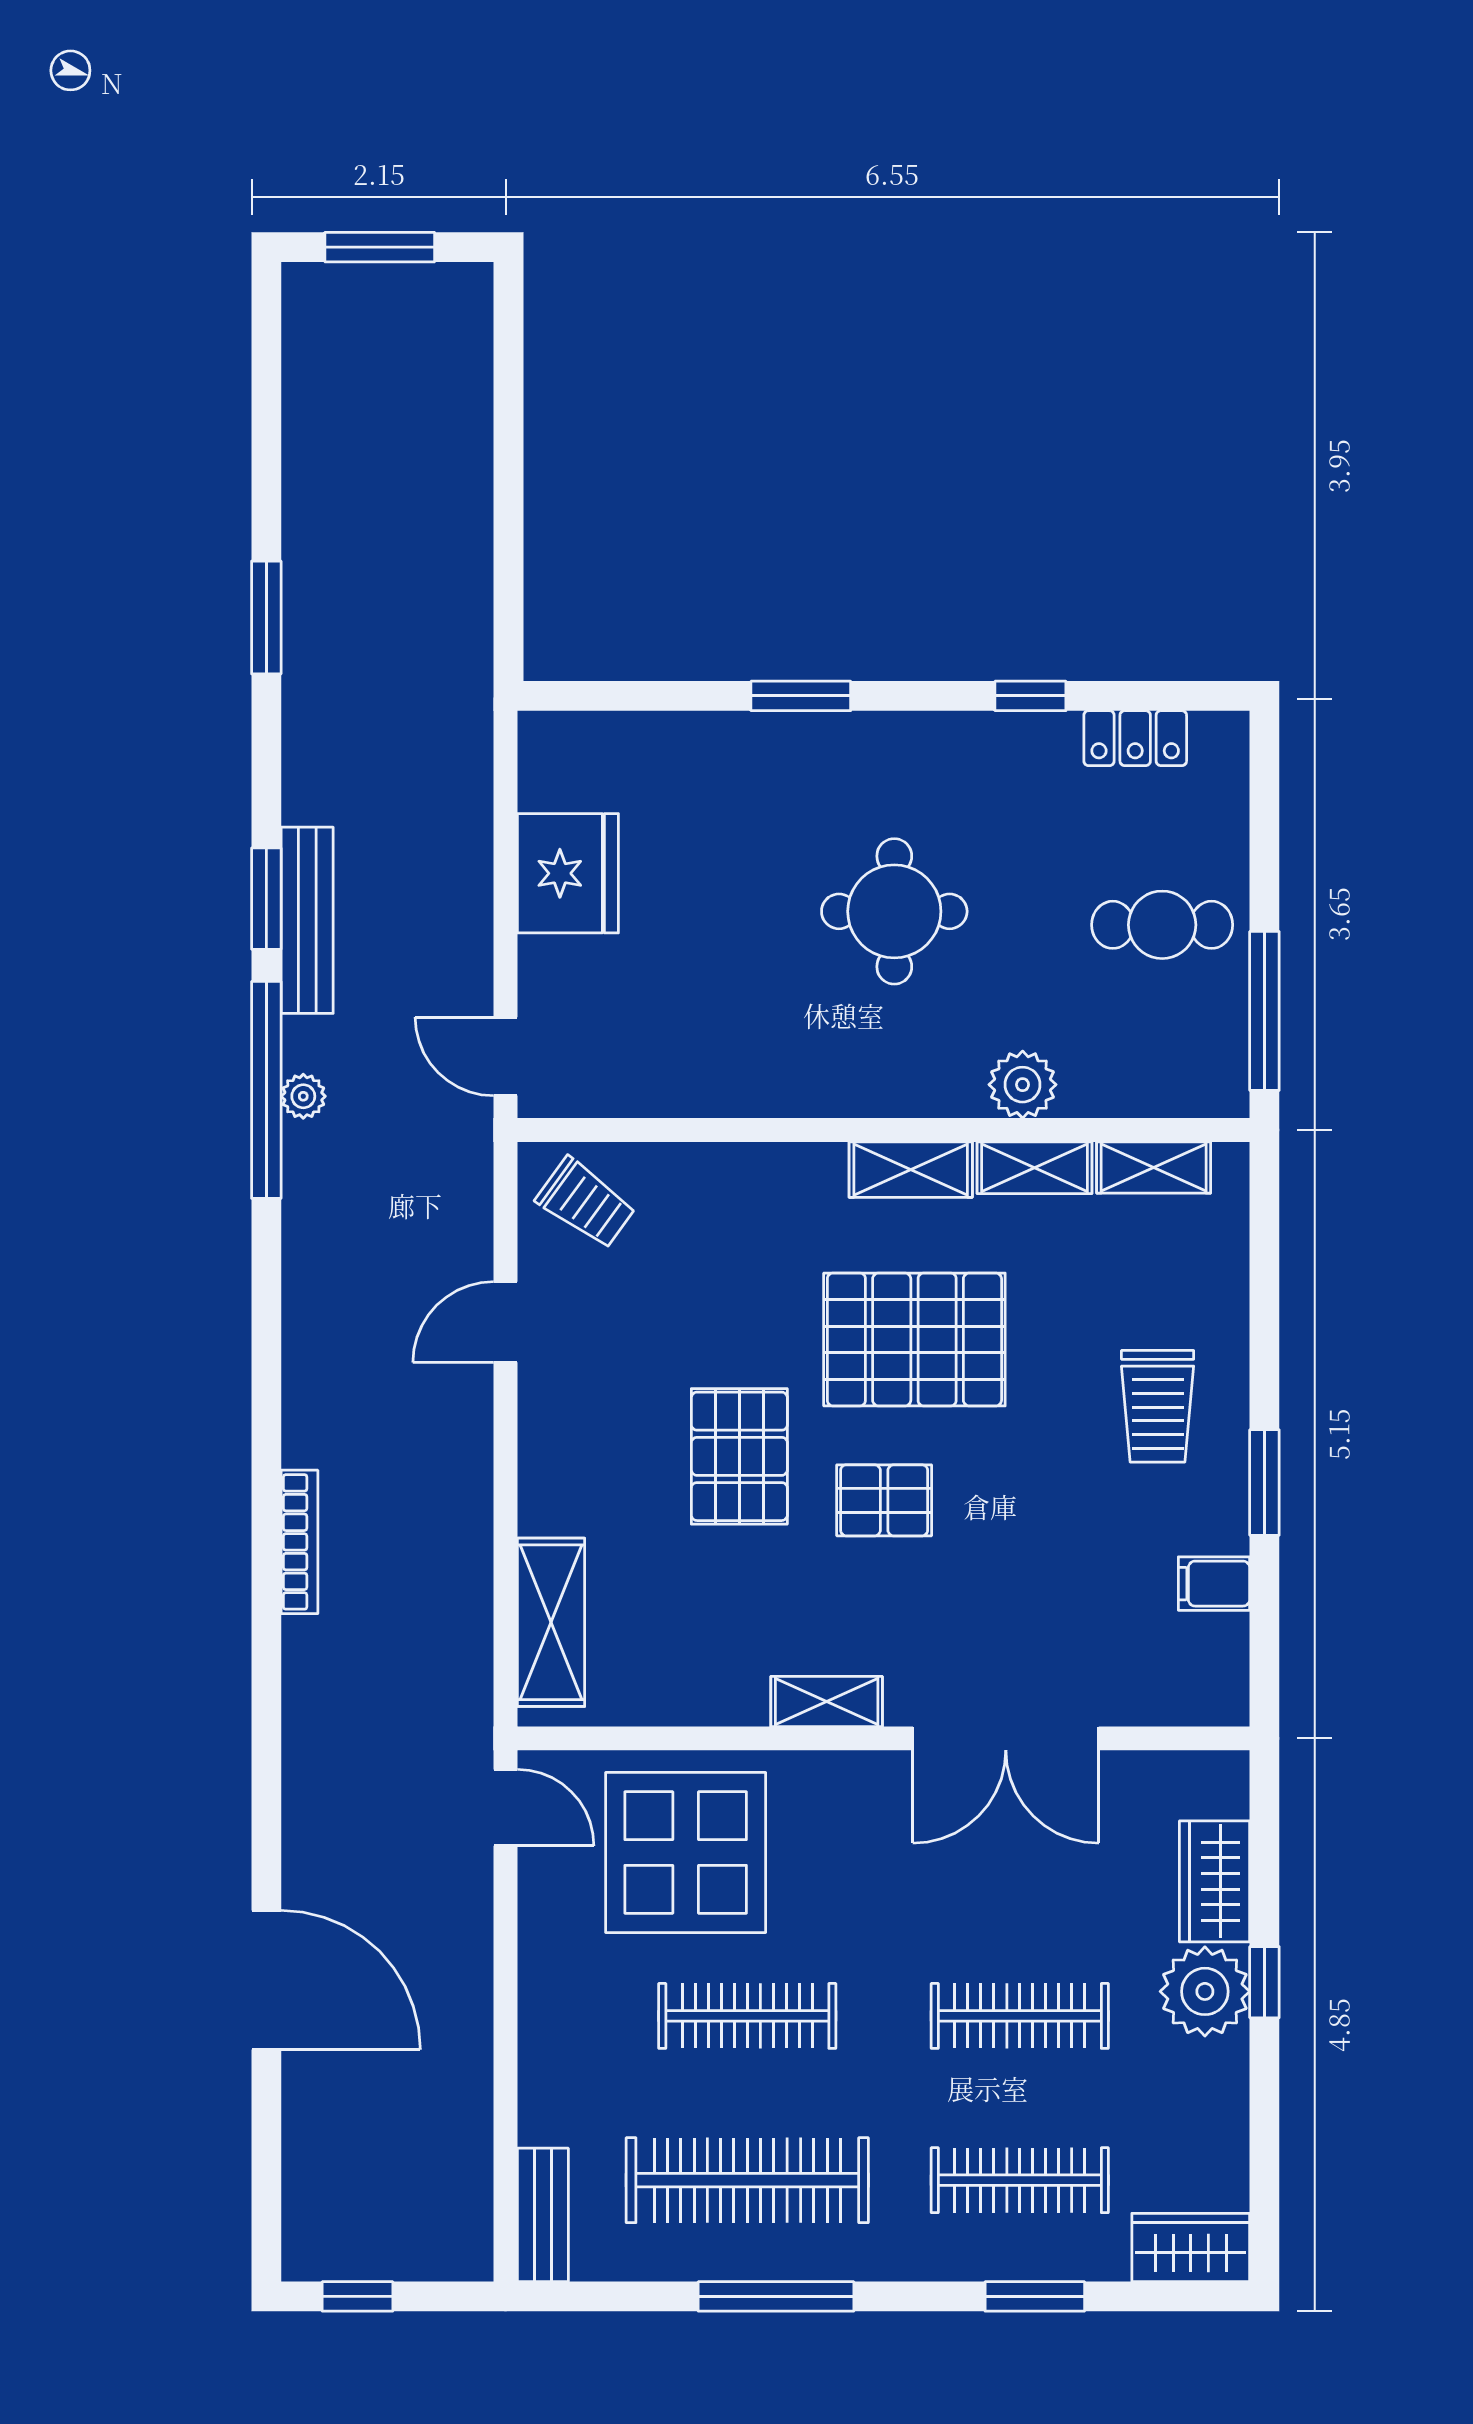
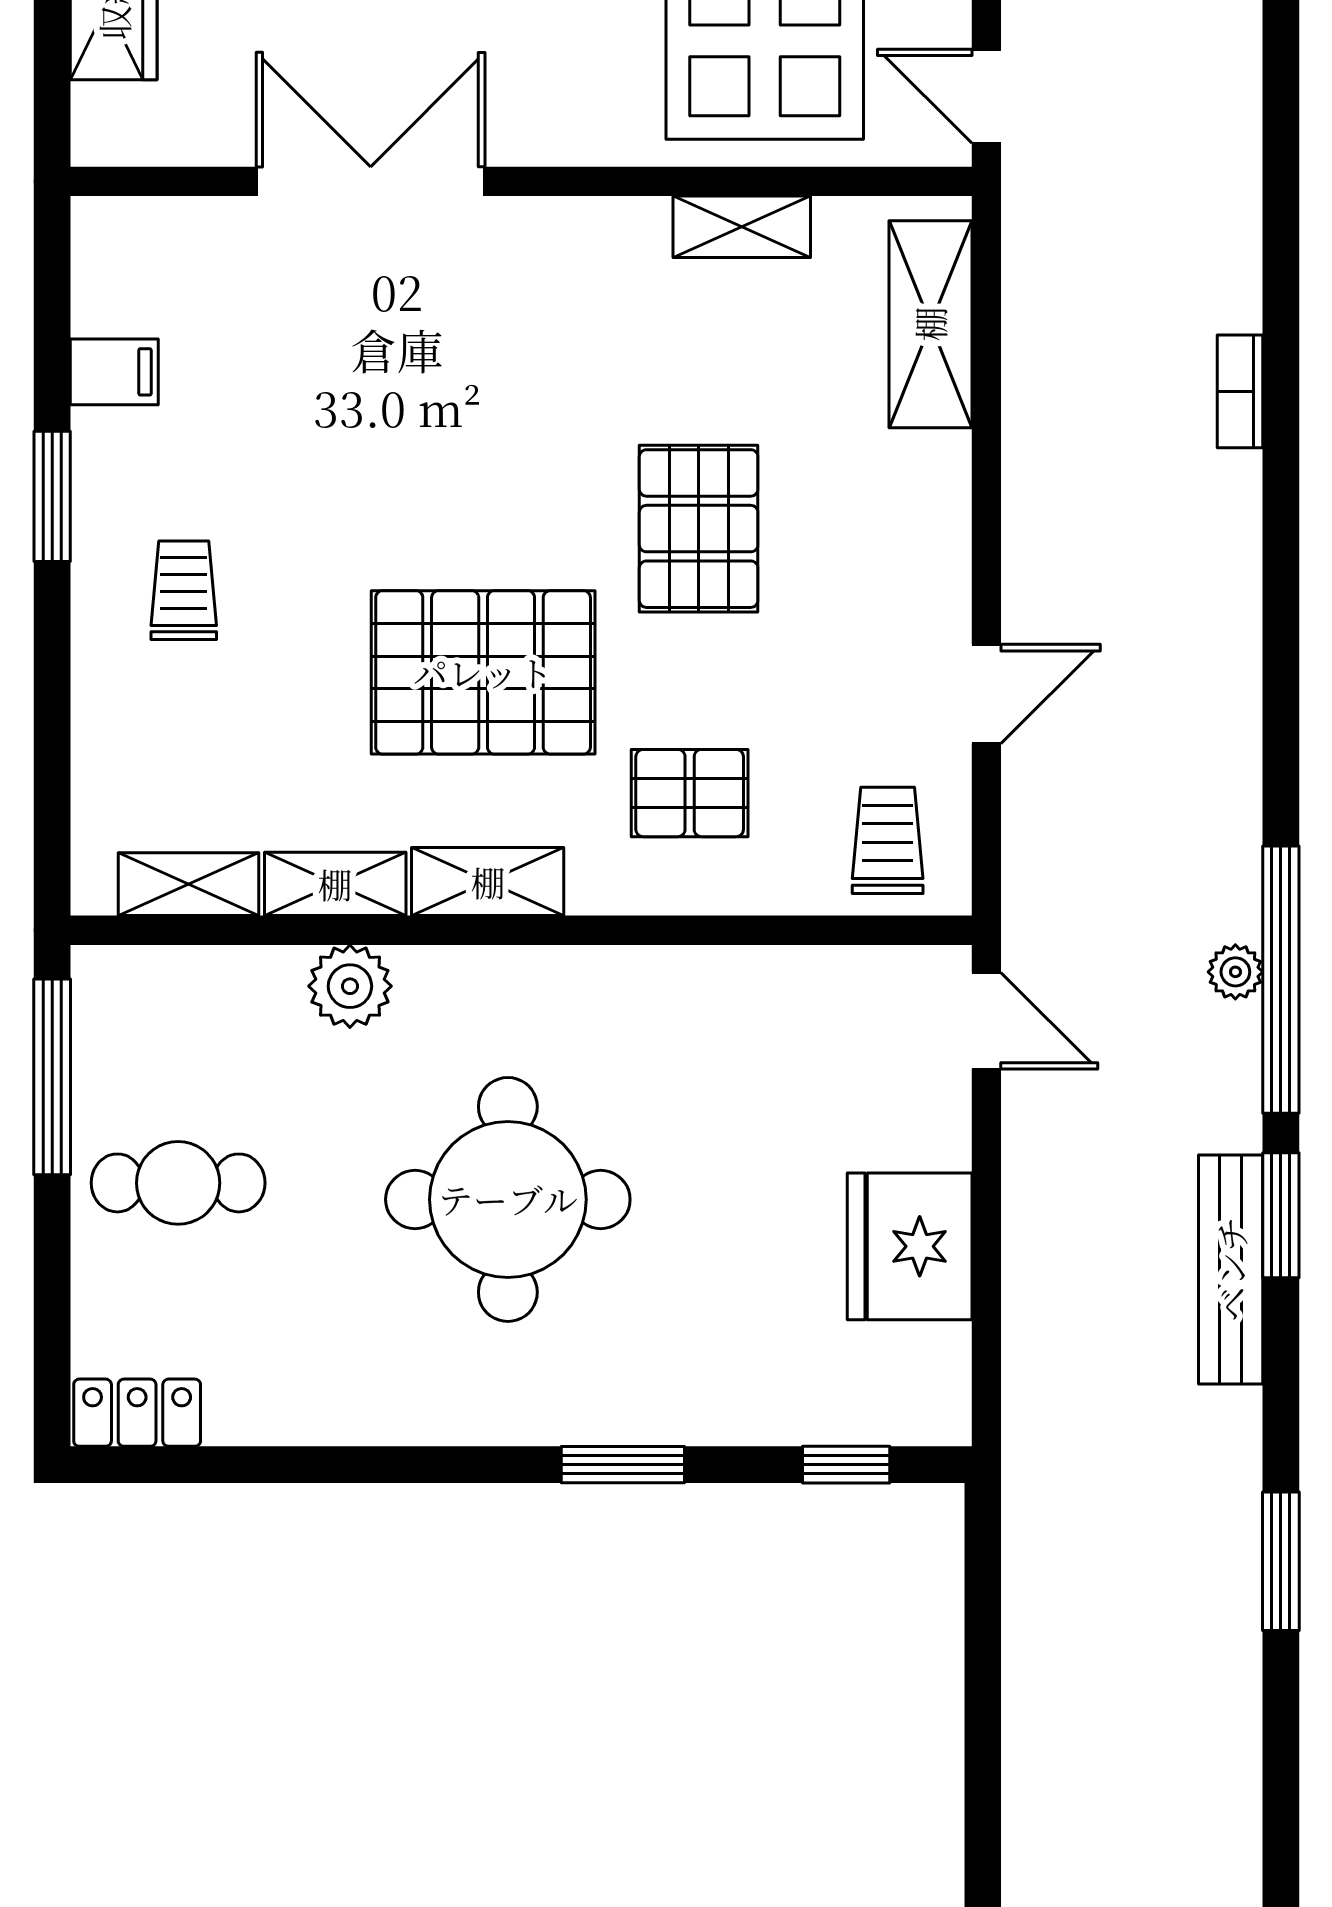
window: (1030, 696) -> (846, 1465), moved
locker: (1135, 738) -> (137, 1413), moved
round table: (894, 911) -> (508, 1199), width x1.36, depth x1.36
bench: (307, 920) -> (1231, 1269), moved
trolley: (586, 1203) -> (888, 840), turned 54
trolley: (1158, 1406) -> (184, 590), width x0.73, depth x0.72
pallet: (884, 1500) -> (690, 793), moved
bookcase: (299, 1542) -> (1240, 391), width x0.64
shelving: (827, 1701) -> (742, 227), moved

